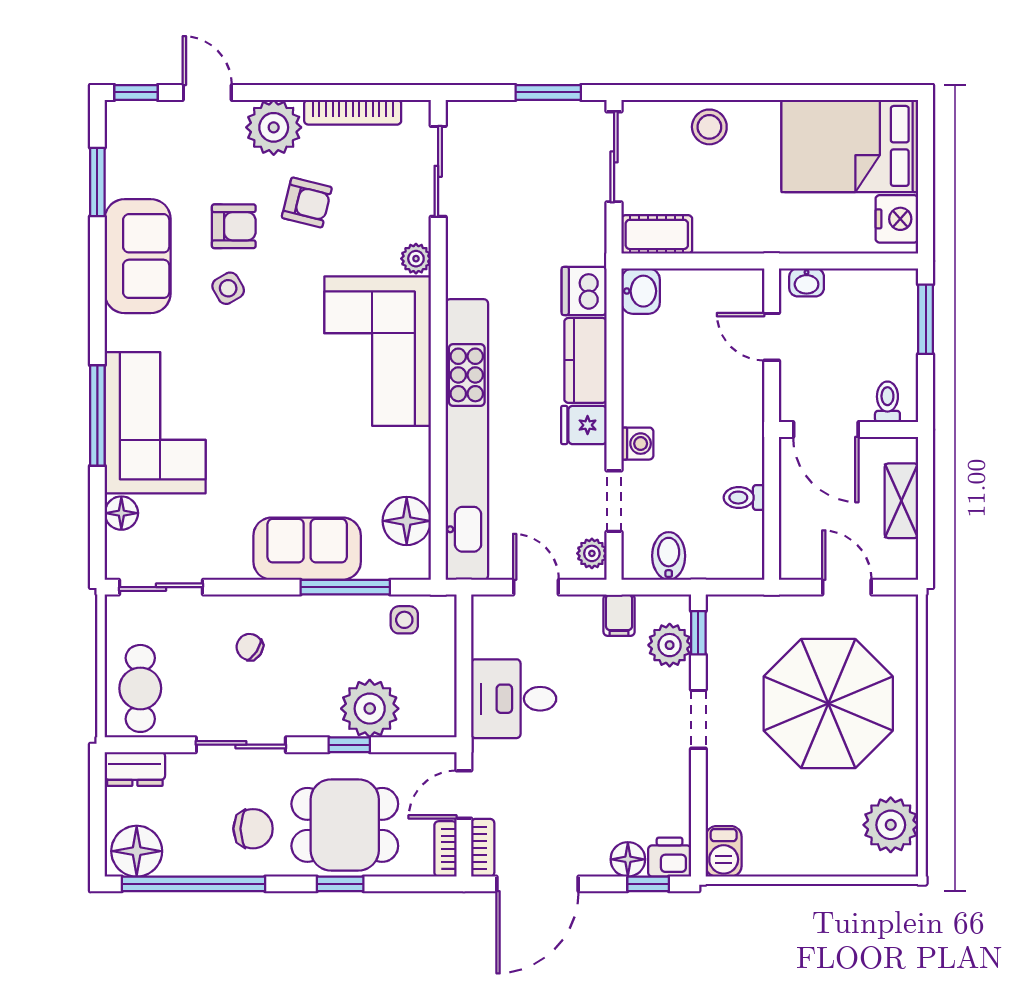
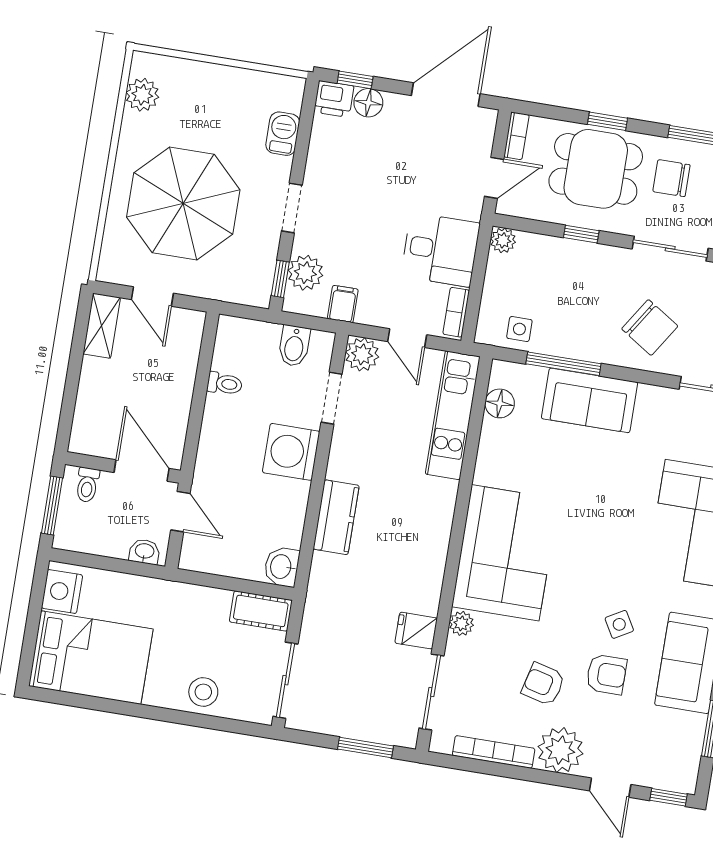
window: (548, 92) -> (366, 748), moved
armchair: (234, 226) -> (606, 674), turned 180
dishwasher: (584, 291) -> (328, 574), removed
toilet: (887, 402) -> (87, 485), moved
fridge: (584, 425) -> (416, 631), moved, turned 180
door: (826, 430) -> (142, 470), moved
wall: (849, 430) -> (123, 467), moved
kitchen unit: (467, 439) -> (453, 415), width x0.54
washing machine: (637, 444) -> (291, 452), width x1.89, depth x1.89
shelving: (901, 501) -> (102, 326), moved
floor lamp: (407, 521) -> (500, 403), width x0.73, depth x0.73
plant: (592, 553) -> (362, 354), width x1.38, depth x1.38
chair: (250, 647) -> (650, 328), width x1.87, depth x1.87
plant: (370, 709) -> (503, 240), moved, width x0.53, depth x0.53
plant: (891, 825) -> (142, 95), width x0.73, depth x0.73
bookcase: (483, 848) -> (456, 312), moved
barbecue: (724, 851) -> (283, 134), moved

